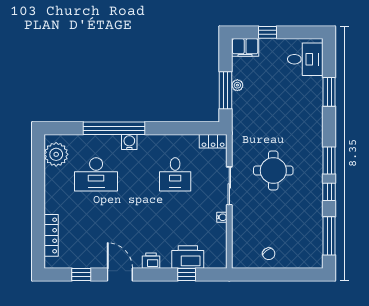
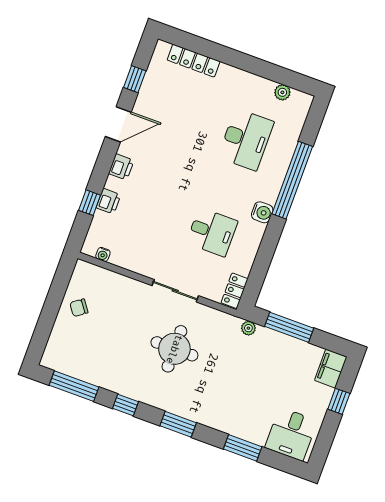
plant: (237, 85) -> (248, 328), moved
water cooler: (129, 142) -> (262, 212), moved
plant: (56, 154) -> (282, 92), width x0.53, depth x0.53
window: (329, 160) -> (178, 424), moved
desk: (96, 174) -> (246, 139), turned 180
desk: (175, 174) -> (212, 232), turned 180
water cooler: (222, 217) -> (103, 254), moved
printer: (188, 257) -> (108, 201), width x0.53, depth x0.68

